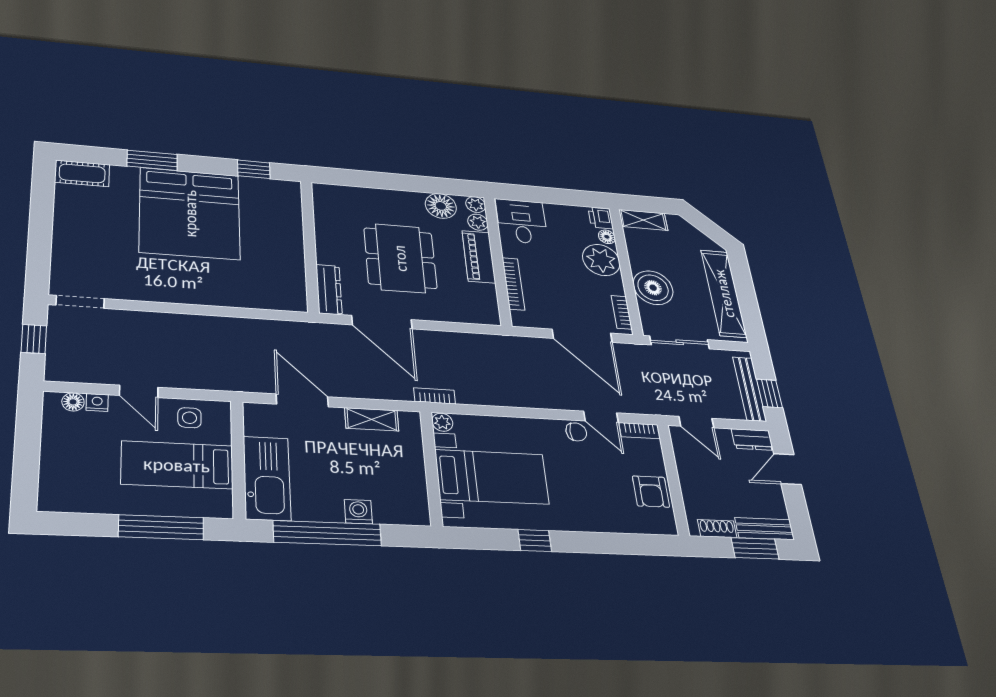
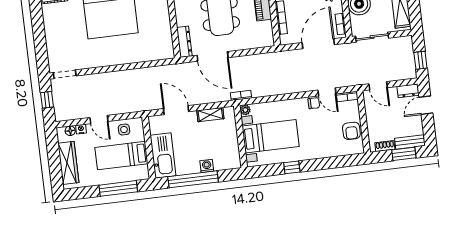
door: (582, 336) -> (318, 44), swing flipped
bench: (749, 389) -> (409, 59), removed
wardrobe: (57, 461) -> (68, 163), added

